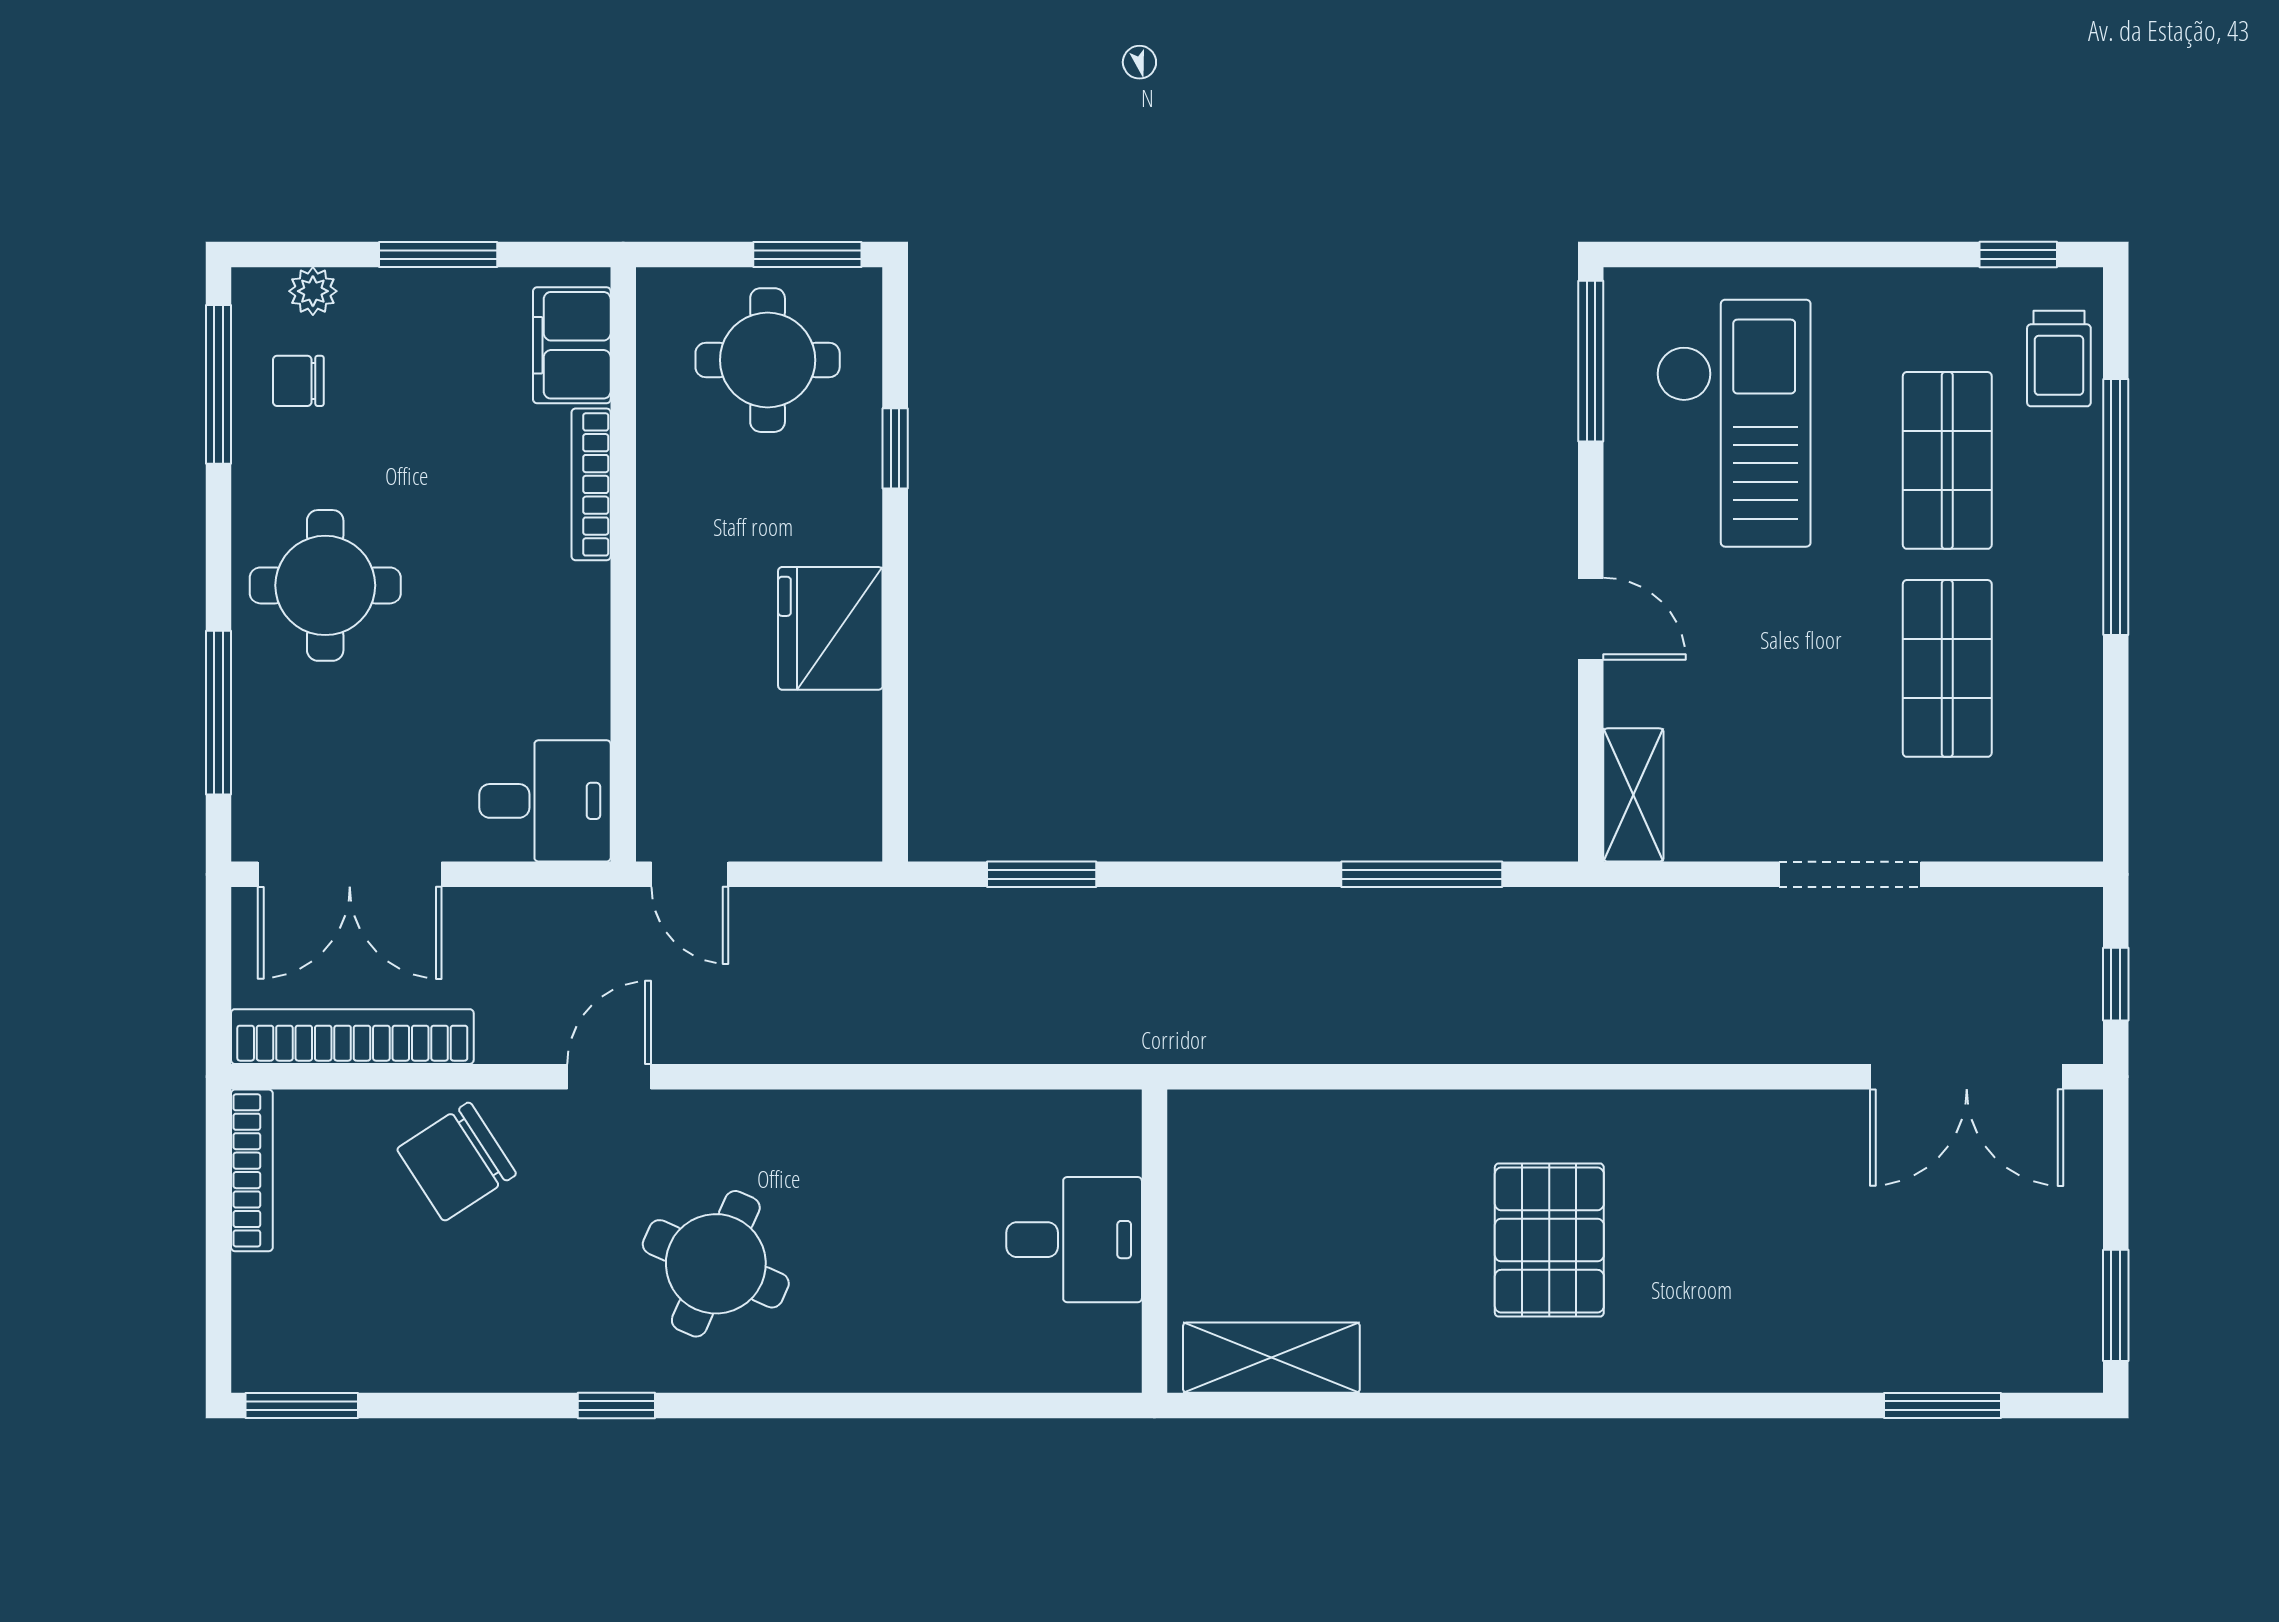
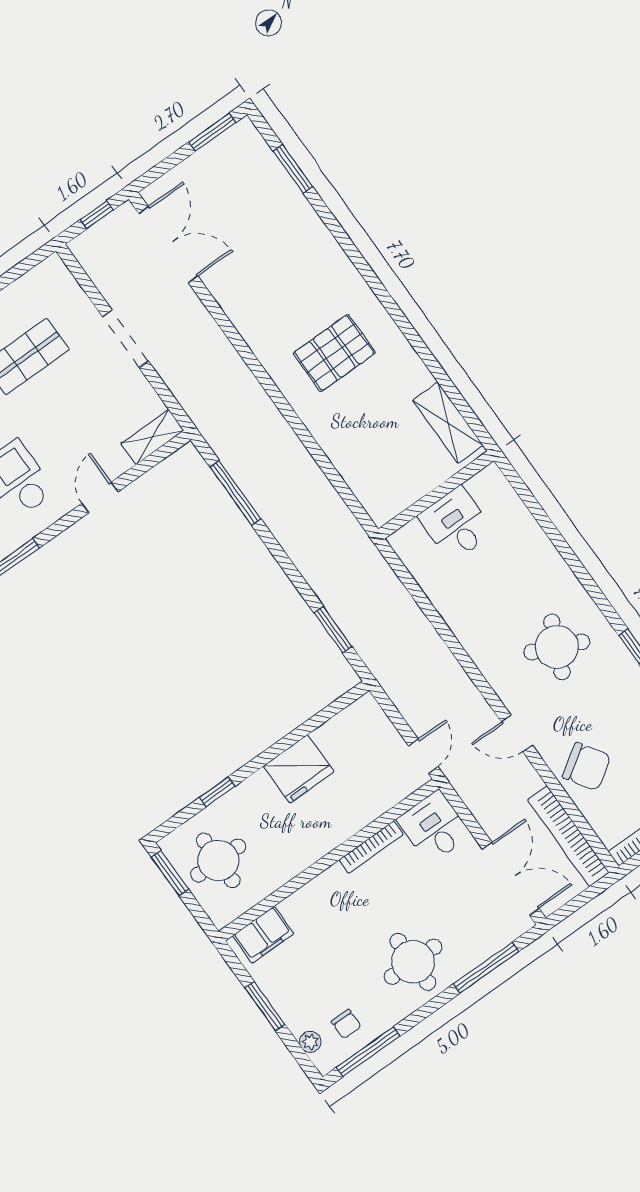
bookcase: (591, 484) -> (371, 847), moved

